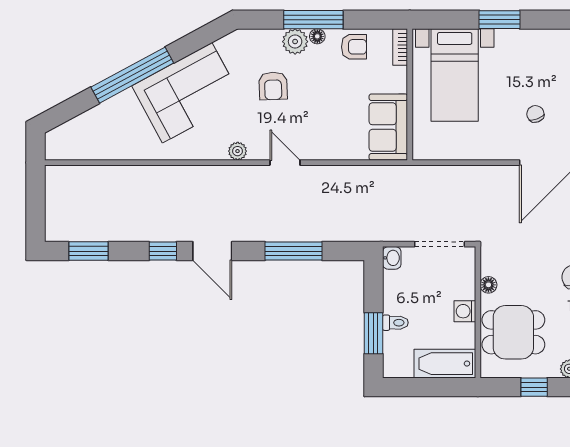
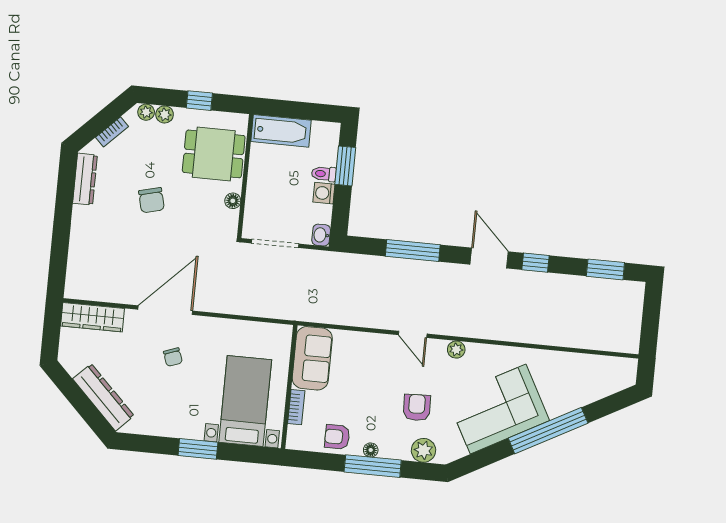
plant: (295, 42) -> (423, 450), moved
bookcase: (400, 47) -> (296, 407), moved
washing machine: (465, 311) -> (324, 193), moved, turned 180

